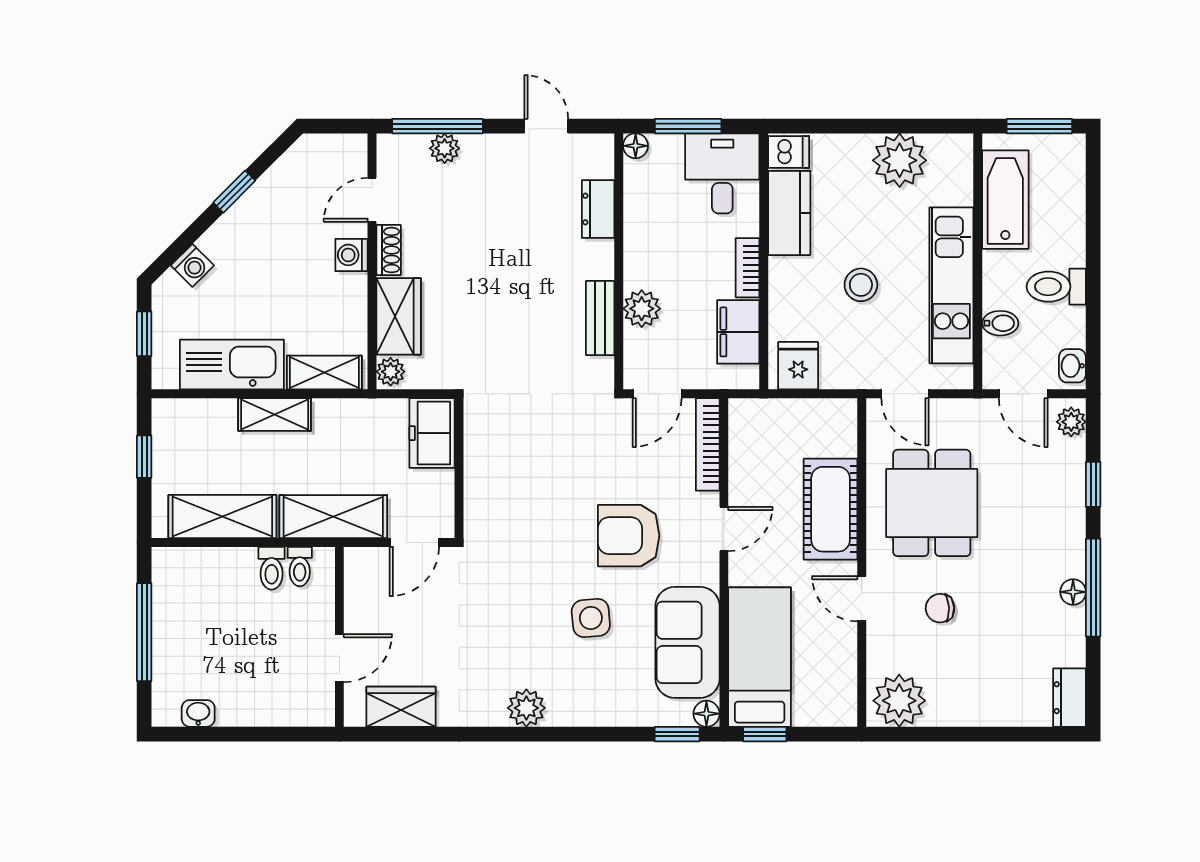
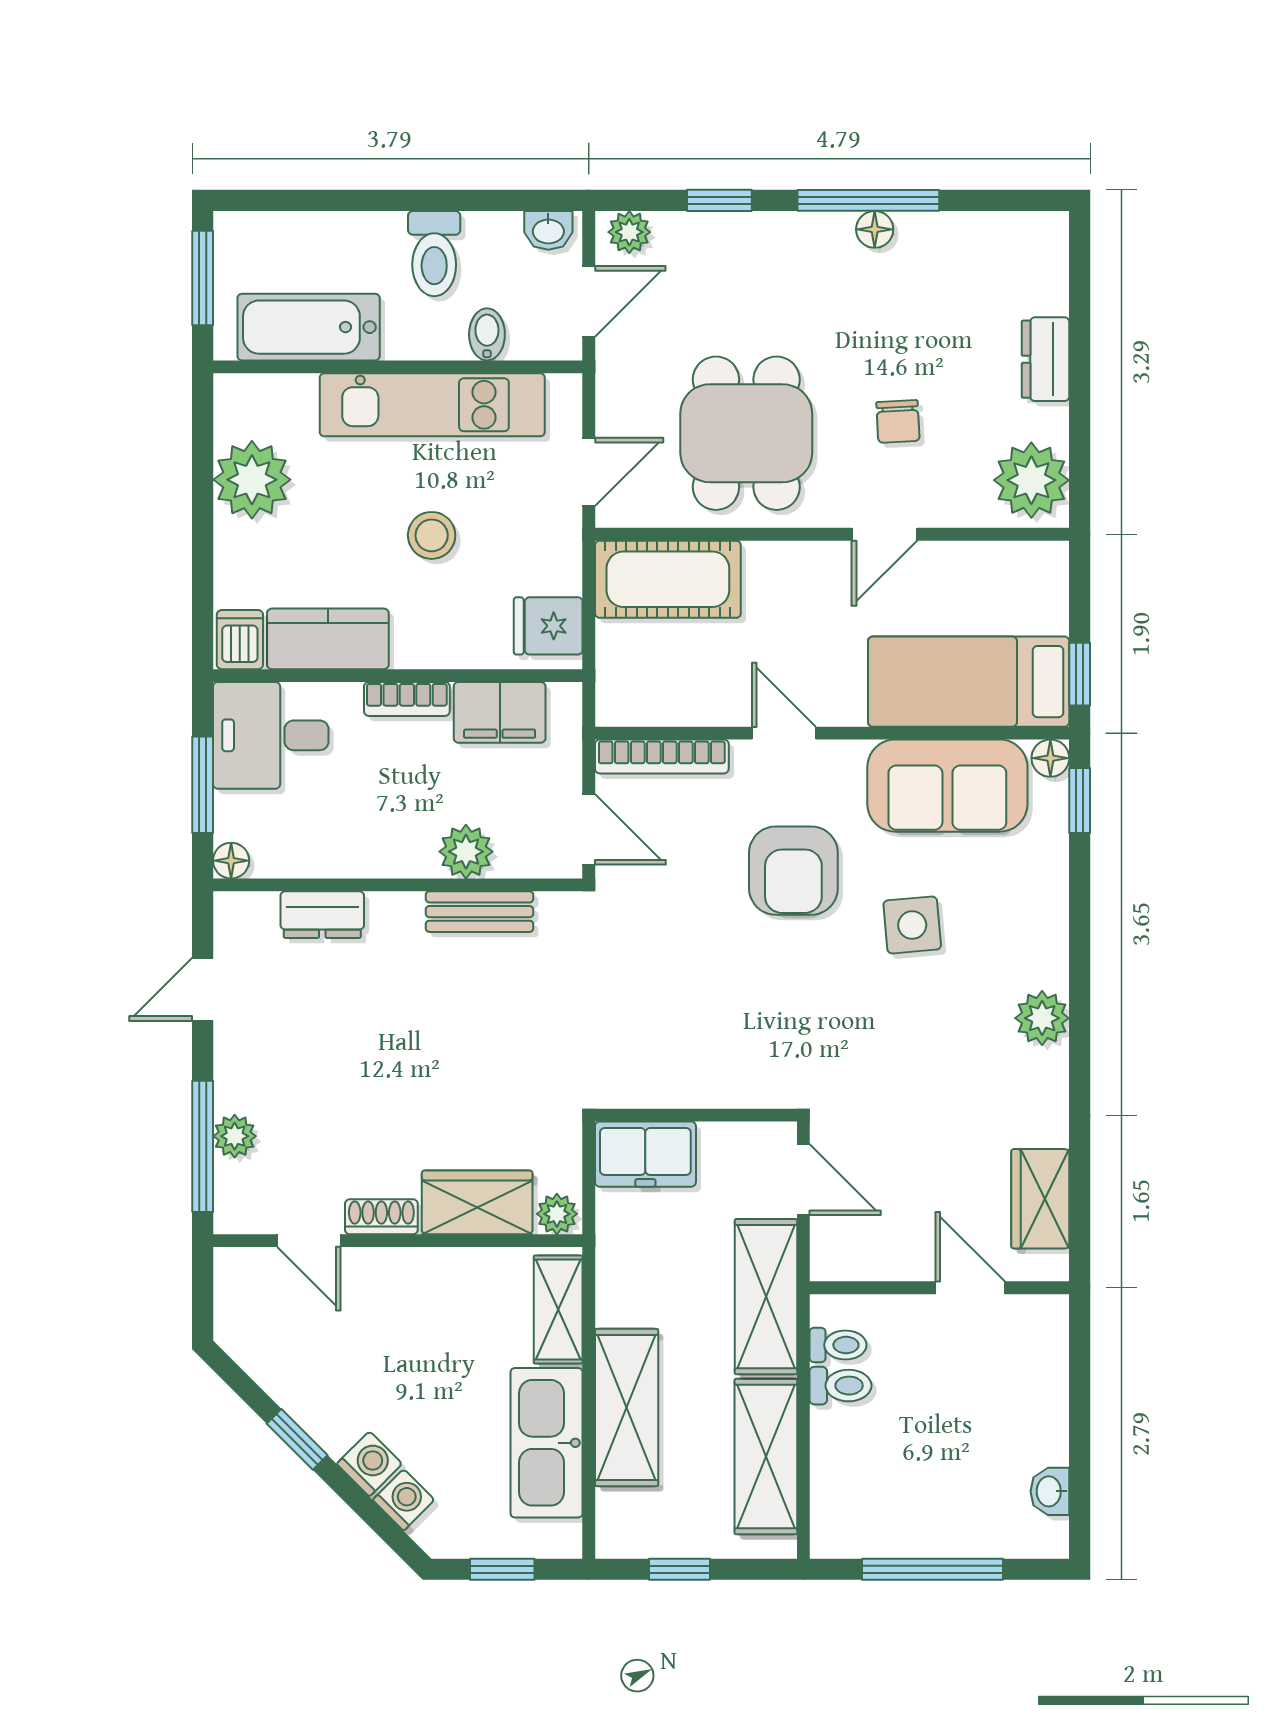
washing machine: (351, 255) -> (369, 1464), moved, turned -135
shelving: (275, 415) -> (627, 1407), width x1.50, depth x1.33
dining table: (932, 503) -> (746, 433), turned 90
cot: (831, 509) -> (668, 579), moved
dresser: (1069, 698) -> (1045, 359), moved, turned 90

